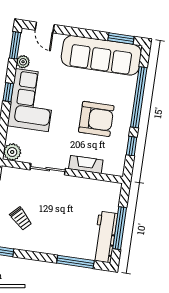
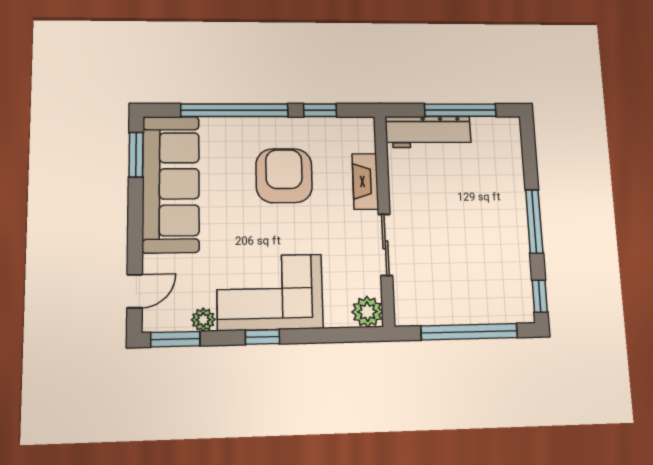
trolley: (21, 219) -> (479, 277), removed
workbench: (105, 237) -> (428, 132), moved
window: (75, 262) -> (534, 221), moved

